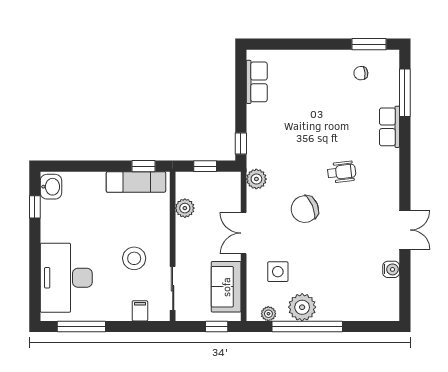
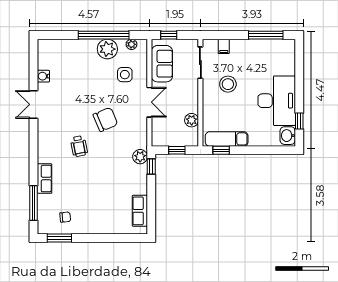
wheelchair: (342, 172) -> (79, 146), turned -94
plant: (256, 179) -> (140, 157), moved
desk: (66, 278) -> (277, 101), moved

